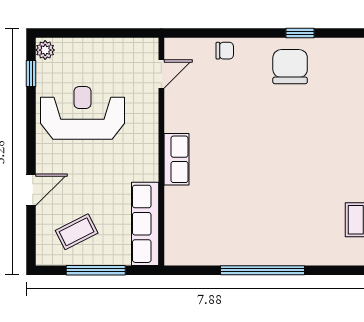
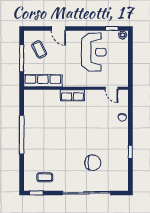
chair: (290, 67) -> (93, 163), moved

